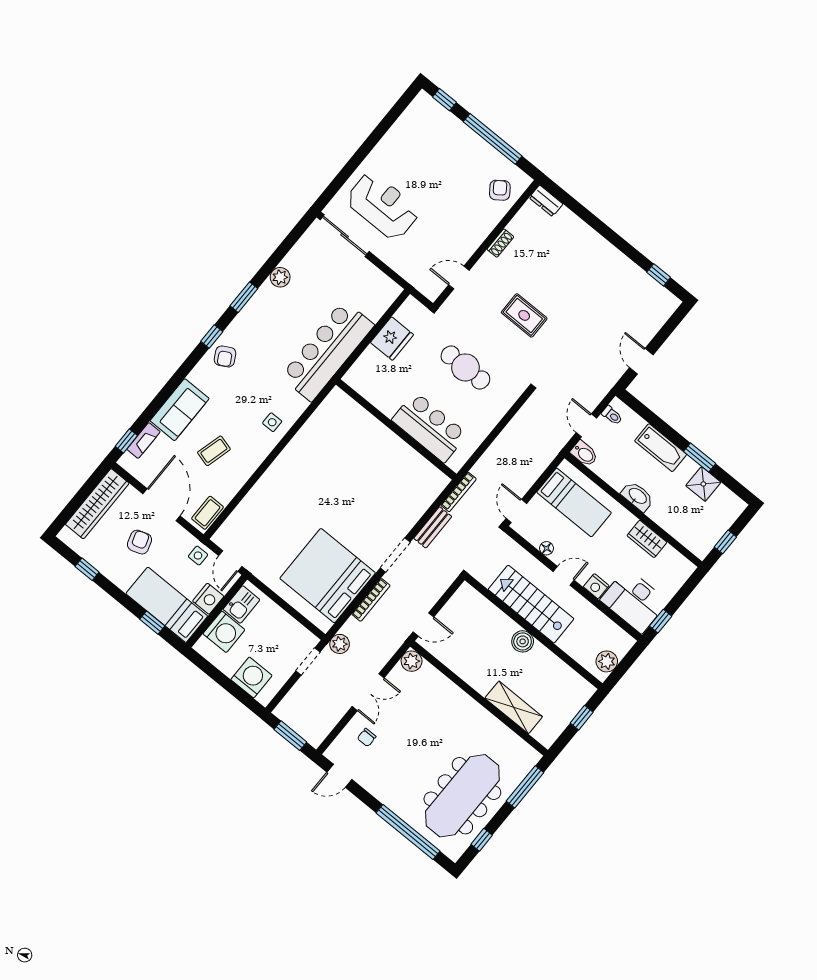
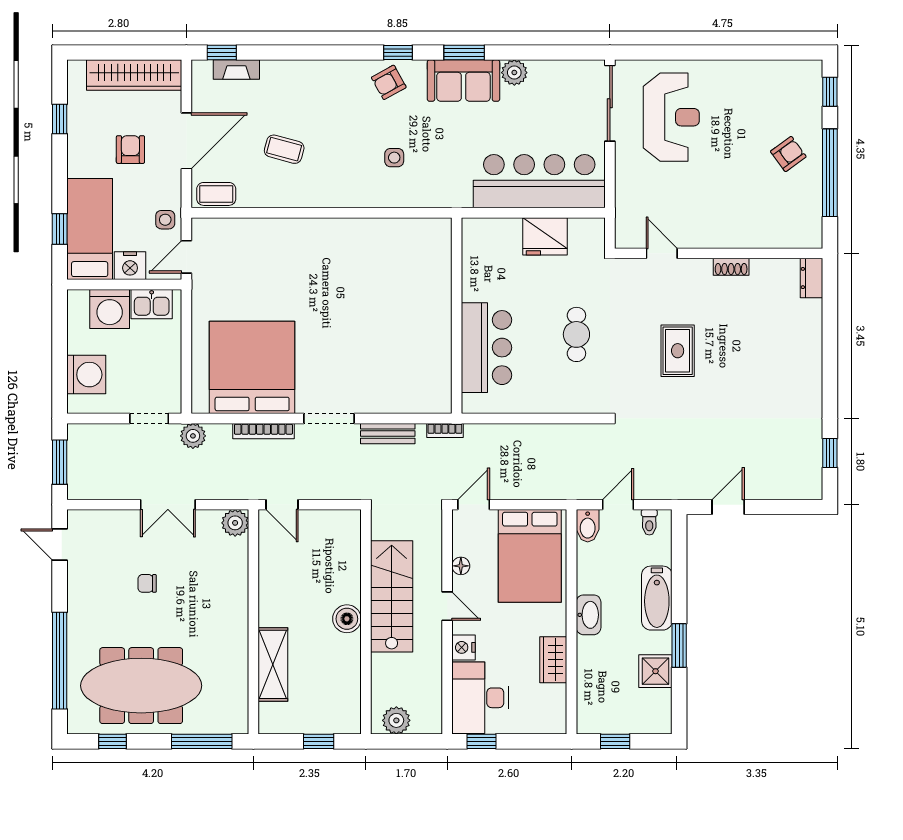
armchair: (500, 190) -> (788, 154), moved
bar counter: (327, 351) -> (539, 181), moved
cafe table: (465, 367) -> (576, 334), width x0.73, depth x0.74
sofa: (180, 410) -> (463, 81), moved
side table: (272, 422) -> (394, 158), moved
bookcase: (459, 492) -> (445, 431), width x0.64
bed: (574, 502) -> (530, 556), width x1.50
armchair: (140, 542) -> (130, 150), turned -72
chair: (367, 737) -> (147, 583), moved

